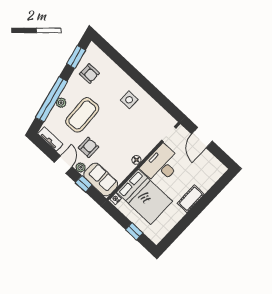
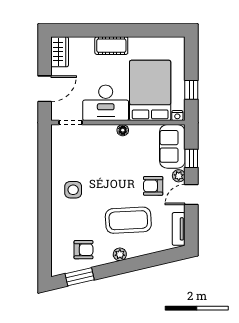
armchair: (89, 74) -> (83, 250), turned 90
window: (51, 99) -> (141, 262), removed
plant: (61, 103) -> (120, 254), moved
wardrobe: (215, 166) -> (60, 52), added
window: (134, 231) -> (191, 90), moved

